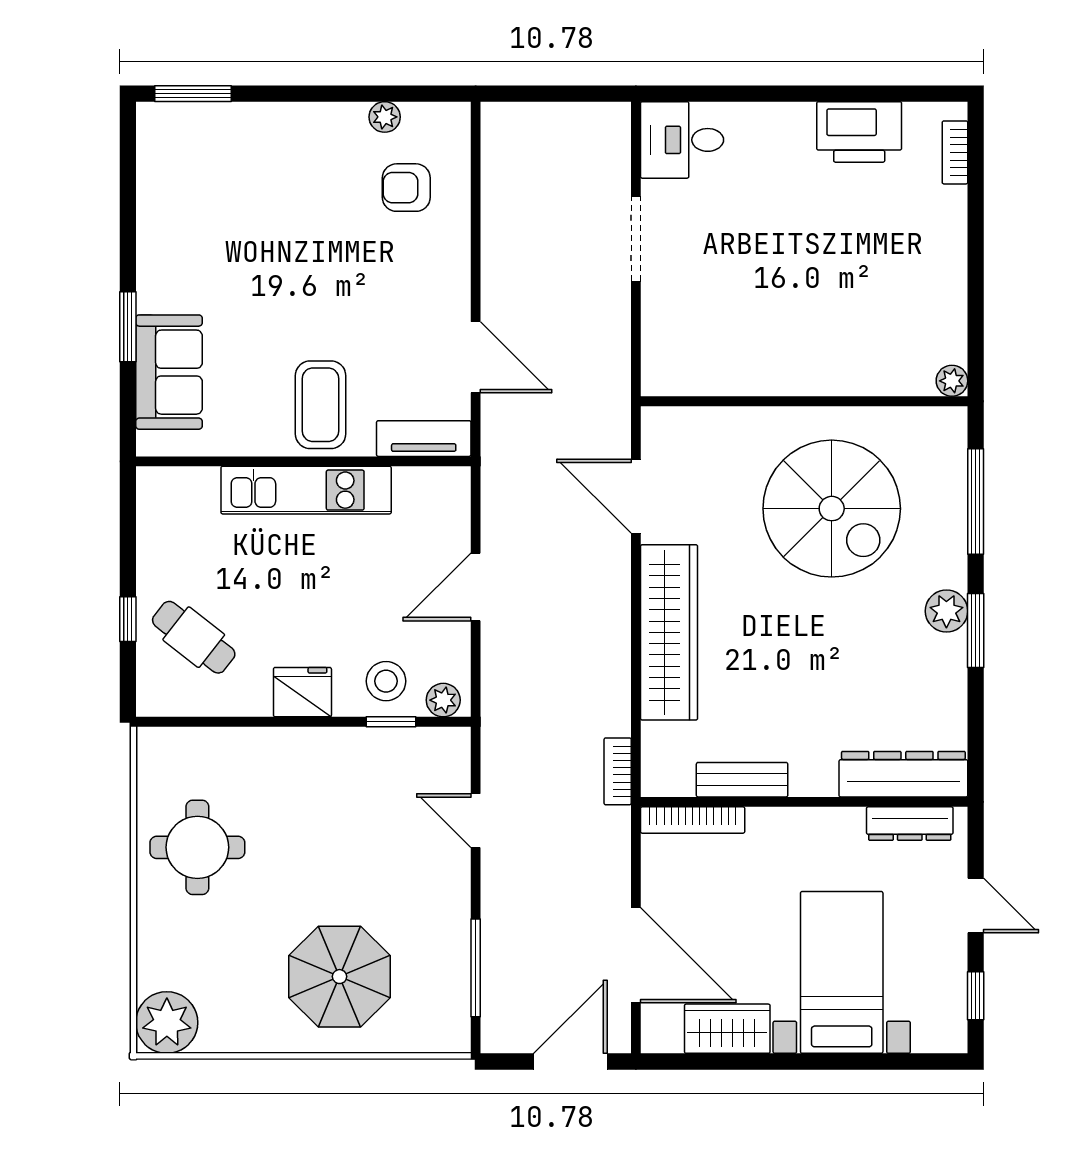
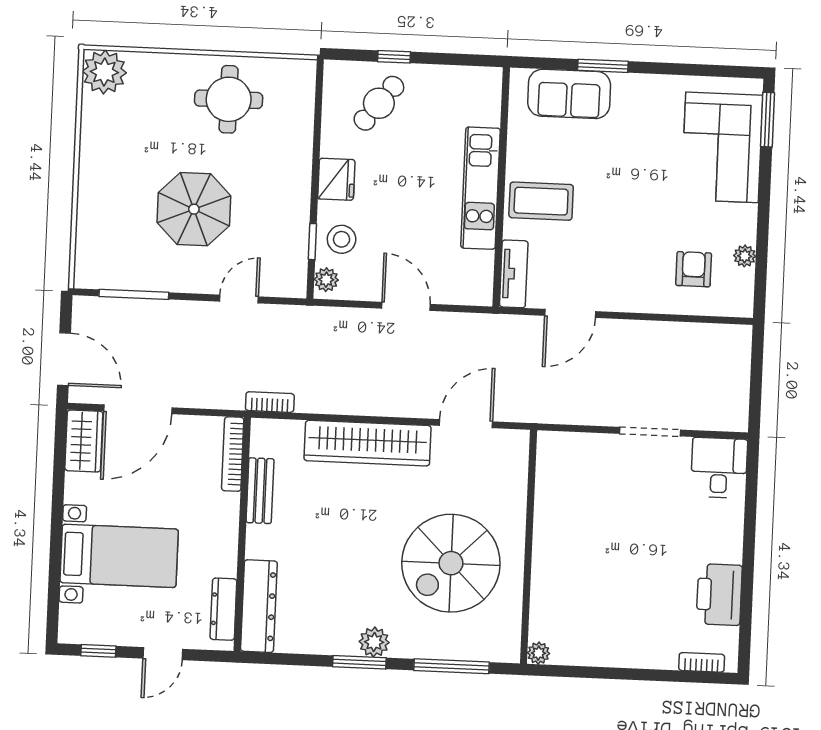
corner sofa: (234, 155) -> (722, 147), added
parasol: (340, 977) -> (194, 209), moved
wardrobe: (727, 1029) -> (84, 441), moved

